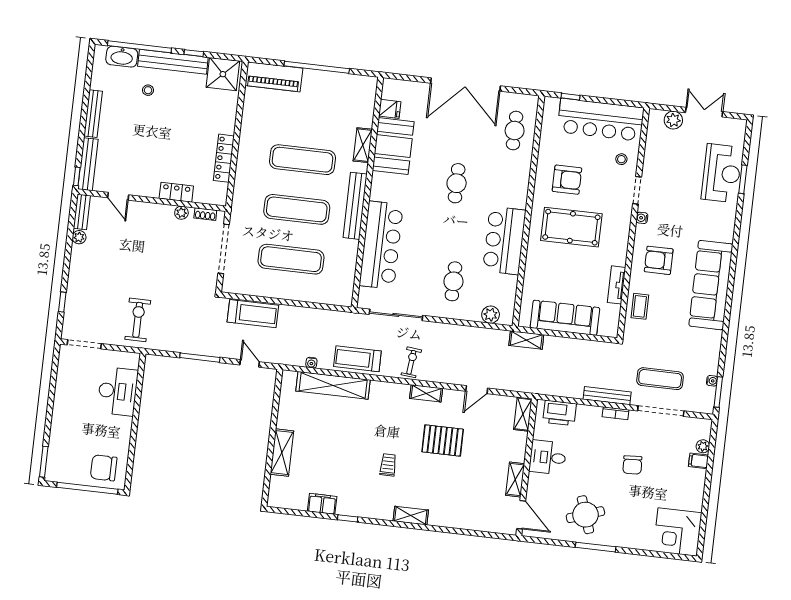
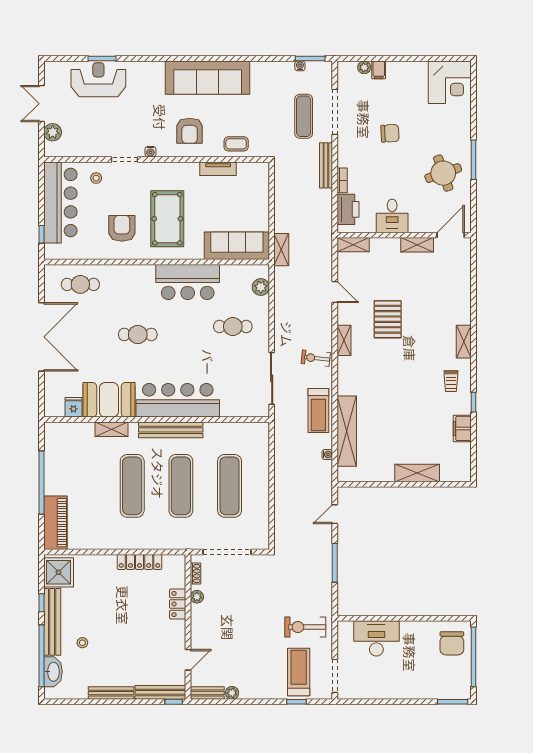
bar counter: (381, 245) -> (178, 400), moved
treadmill: (253, 314) -> (299, 672), moved
sofa: (565, 318) -> (237, 246), moved, turned 90
bookcase: (615, 413) -> (342, 180), moved
trolley: (388, 465) -> (451, 381), moved, turned -90

